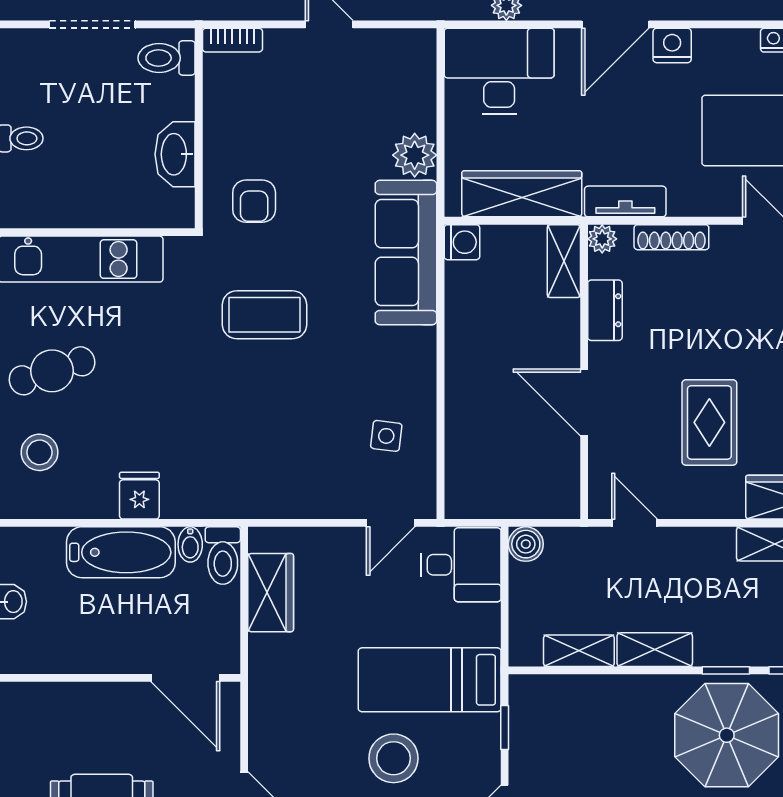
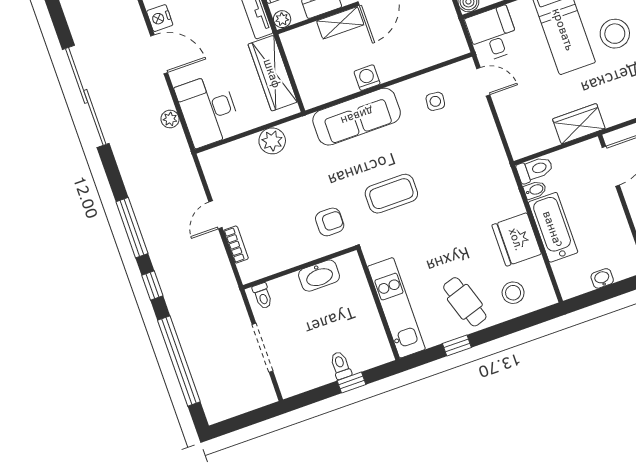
bookcase: (232, 40) -> (236, 245), moved
toilet: (166, 58) -> (262, 296), width x0.73, depth x0.72
washing machine: (462, 242) -> (367, 78), moved
sofa: (406, 253) -> (357, 117), moved
shelving: (564, 261) -> (340, 23), moved
coffee table: (265, 315) -> (391, 194), turned 90
fridge: (139, 496) -> (517, 239), width x1.88, depth x1.34
wardrobe: (271, 593) -> (579, 124), moved

